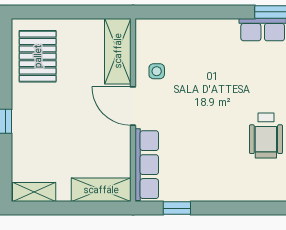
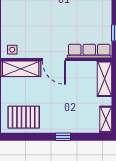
side table: (157, 71) -> (12, 50), moved
door: (133, 106) -> (54, 59), hinge flipped

